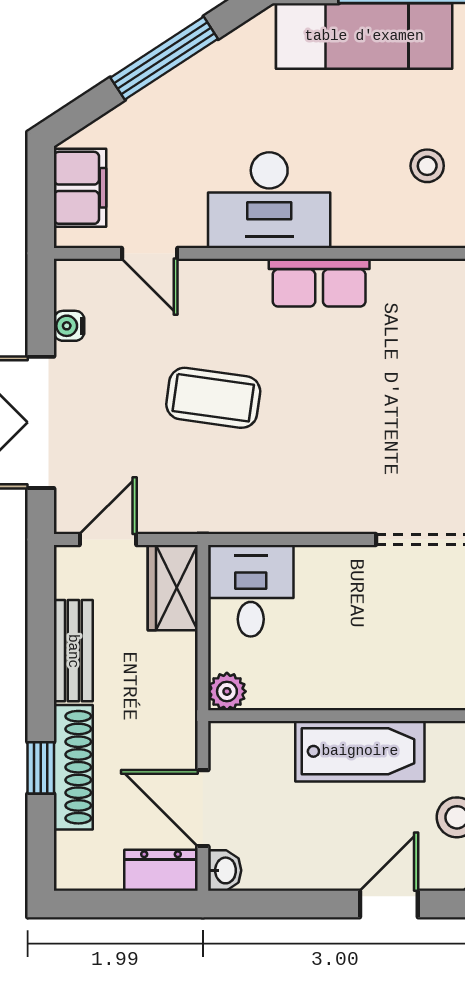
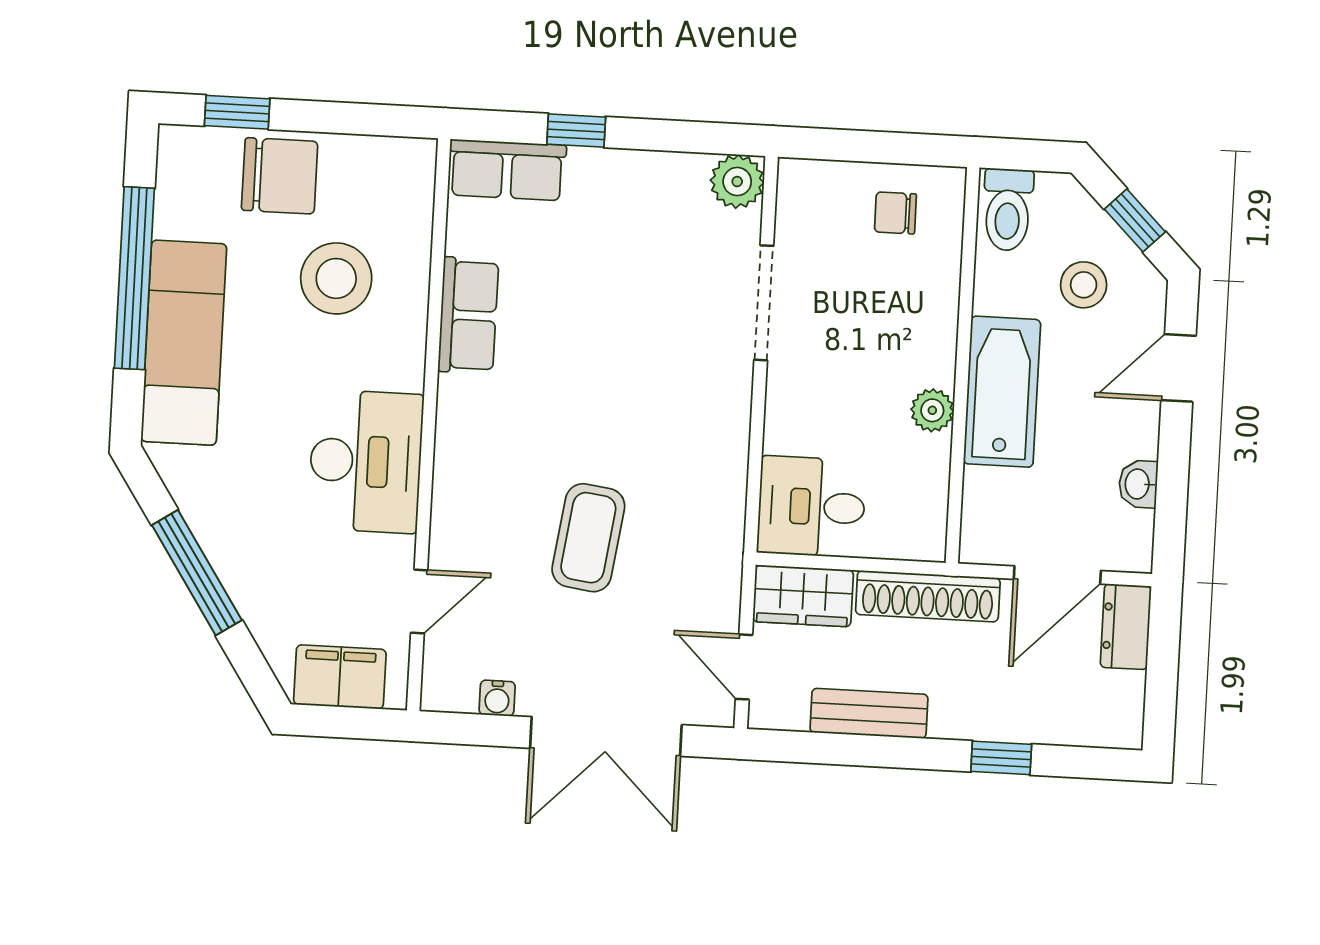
stool: (427, 166) -> (336, 278), width x1.89, depth x1.89
row of seats: (319, 283) -> (468, 315), moved
plant: (227, 691) -> (932, 410), moved
shoe rack: (73, 767) -> (928, 596), moved, turned 180
washbasin: (225, 870) -> (1138, 484), moved, turned -90
door: (389, 904) -> (1179, 368), hinge flipped

